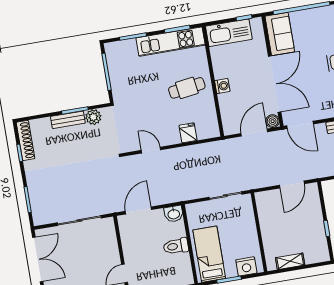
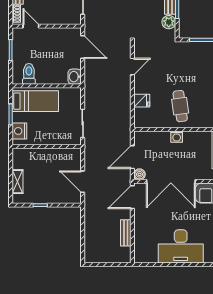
door: (254, 133) -> (132, 157), swing flipped
toilet: (176, 246) -> (29, 74), moved
shelving: (290, 261) -> (17, 182), moved

